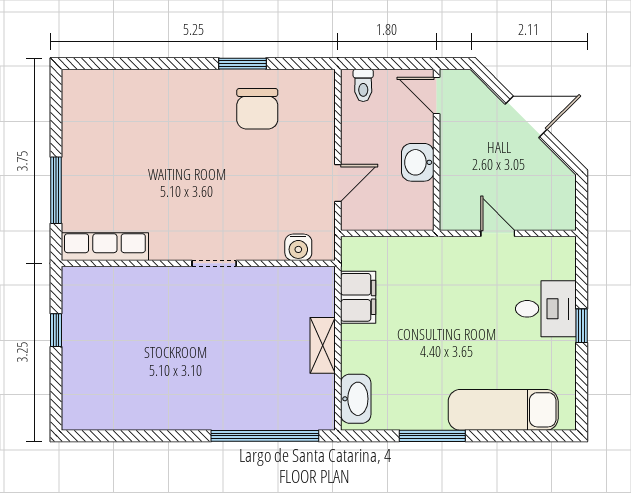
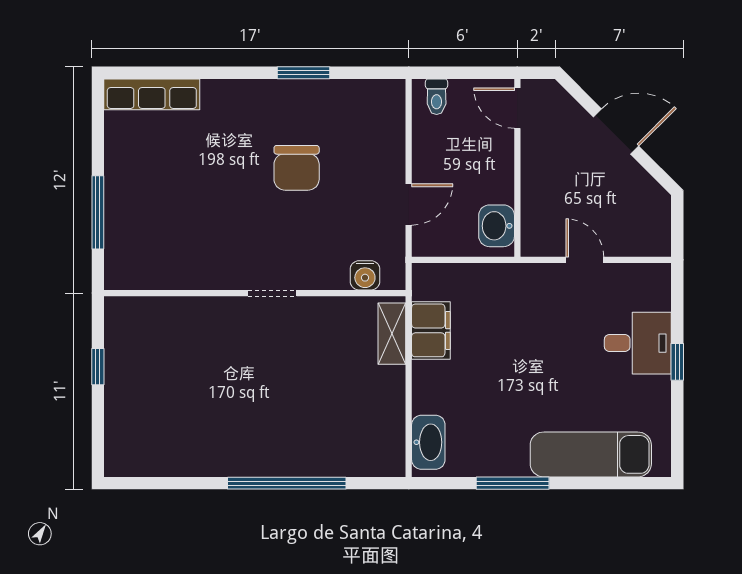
chair: (257, 109) -> (297, 168), moved
washbasin: (418, 162) -> (497, 226), moved
row of seats: (105, 247) -> (152, 94), moved, turned 180
shelving: (323, 345) -> (392, 334), moved
window: (265, 436) -> (287, 483), moved

